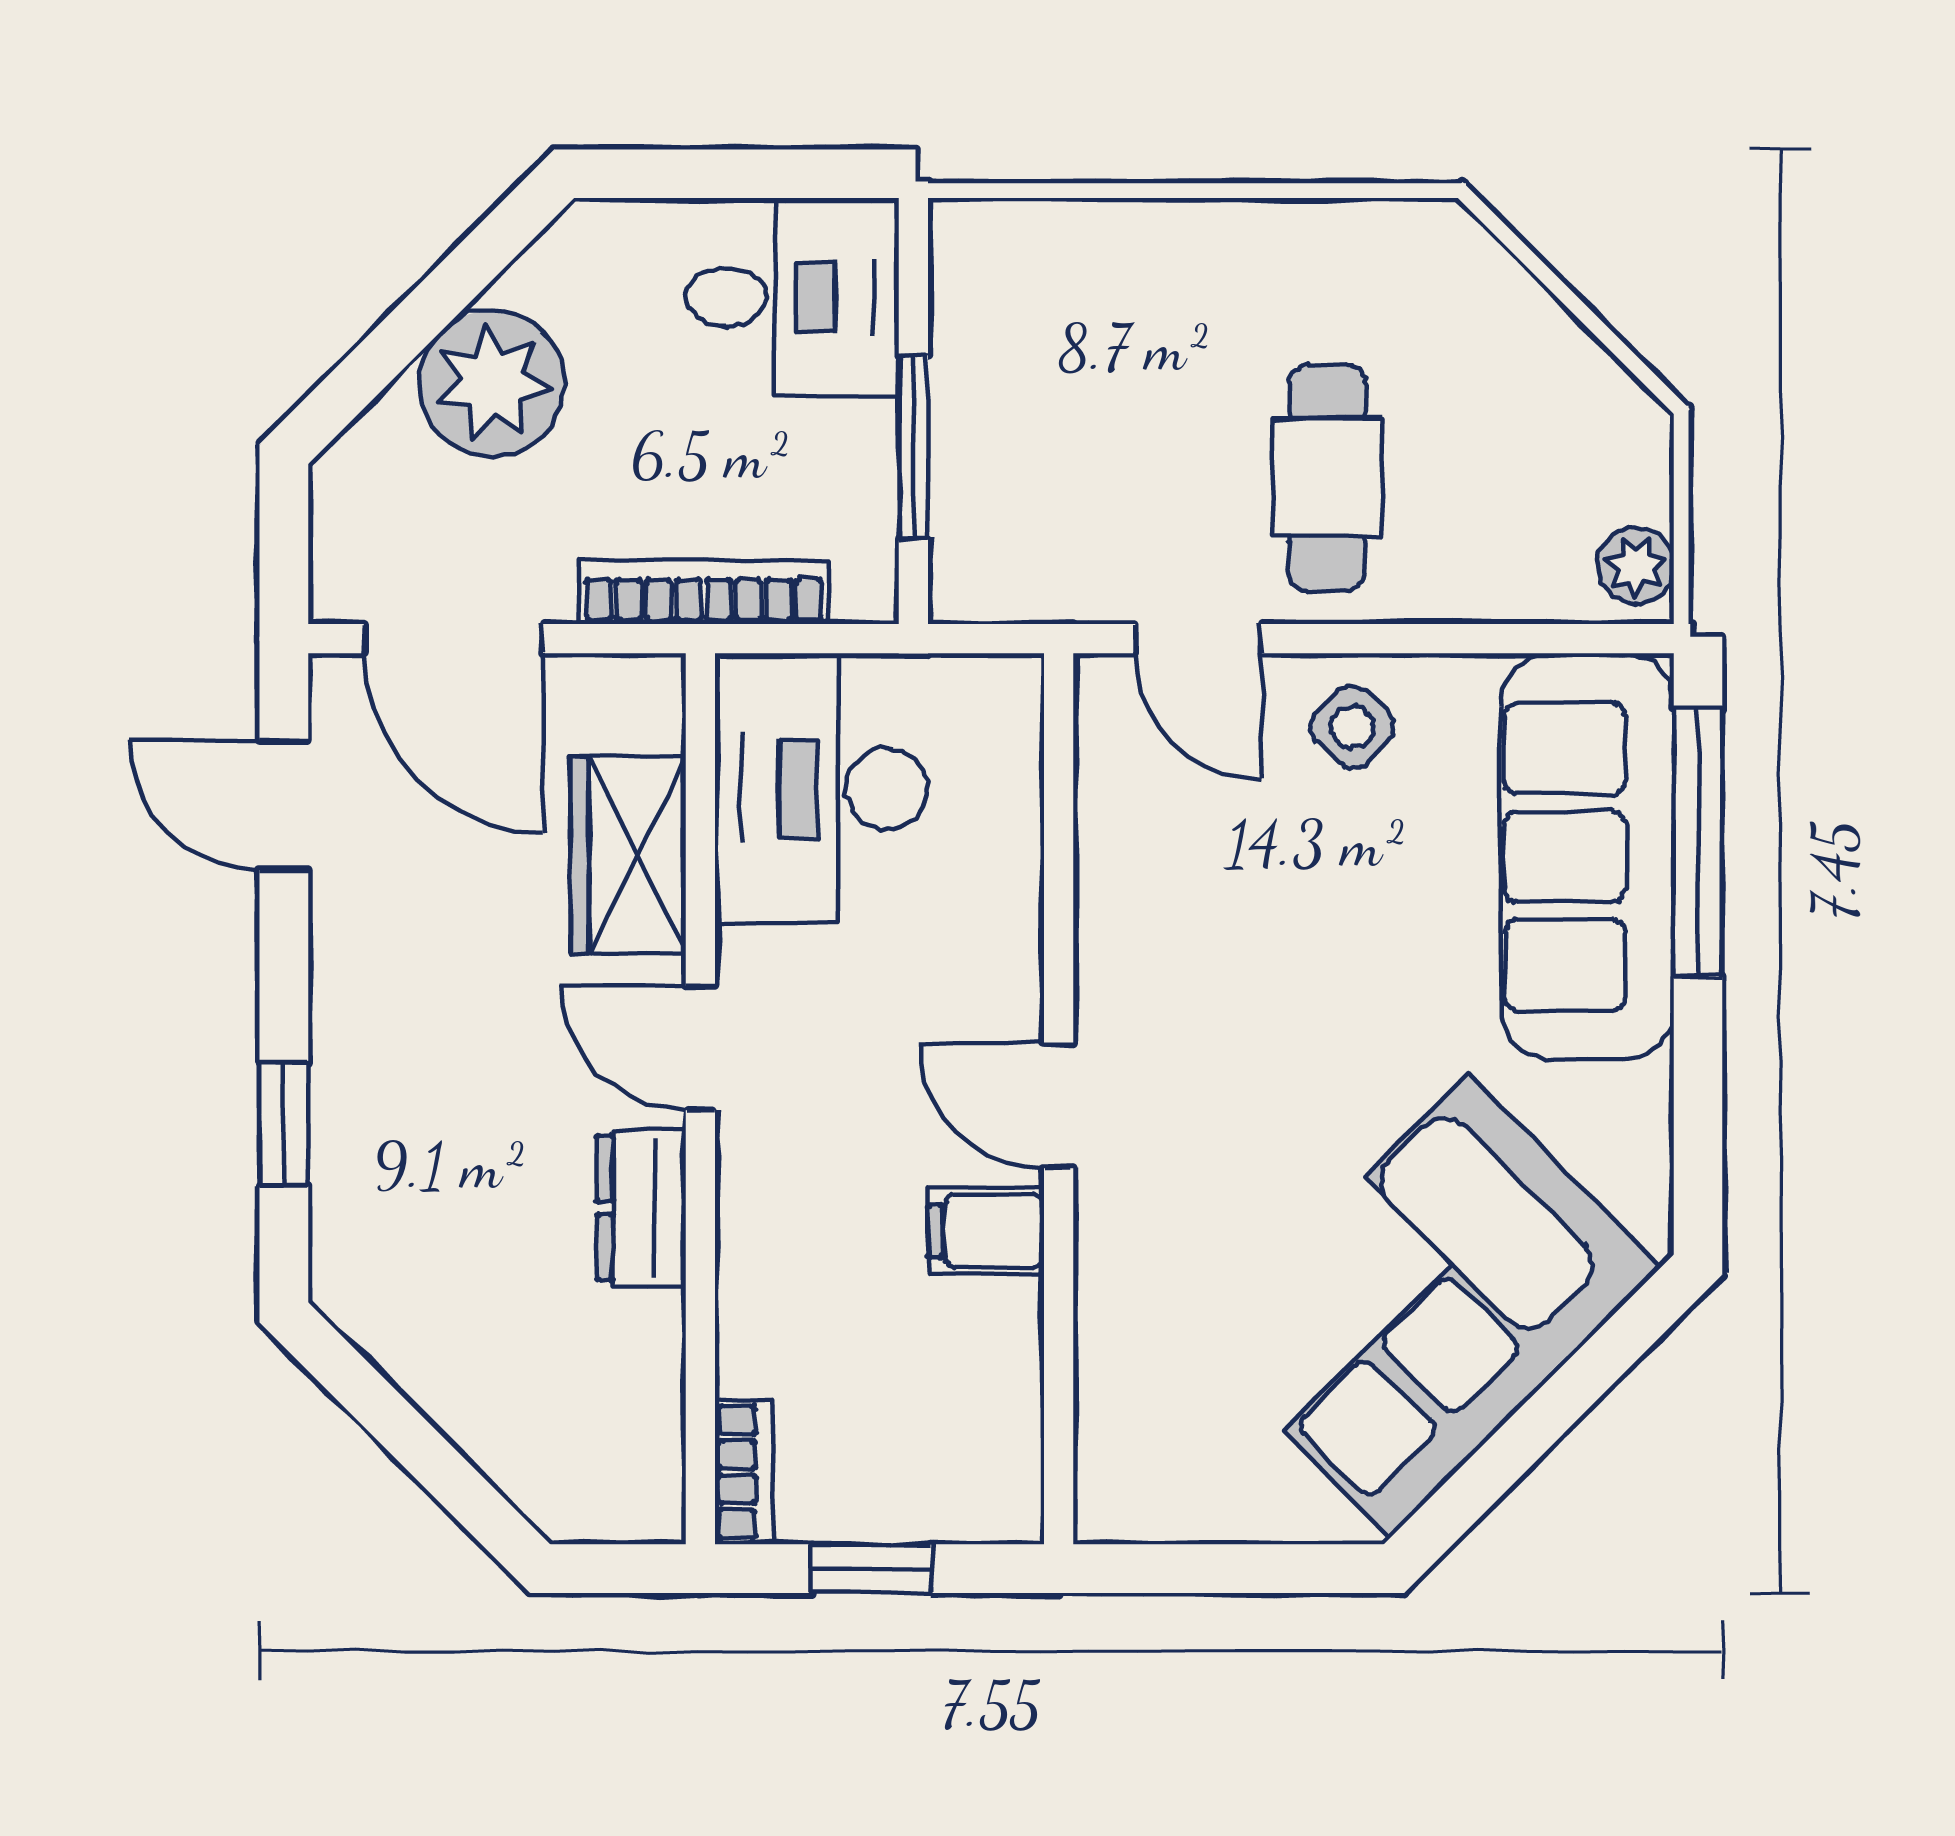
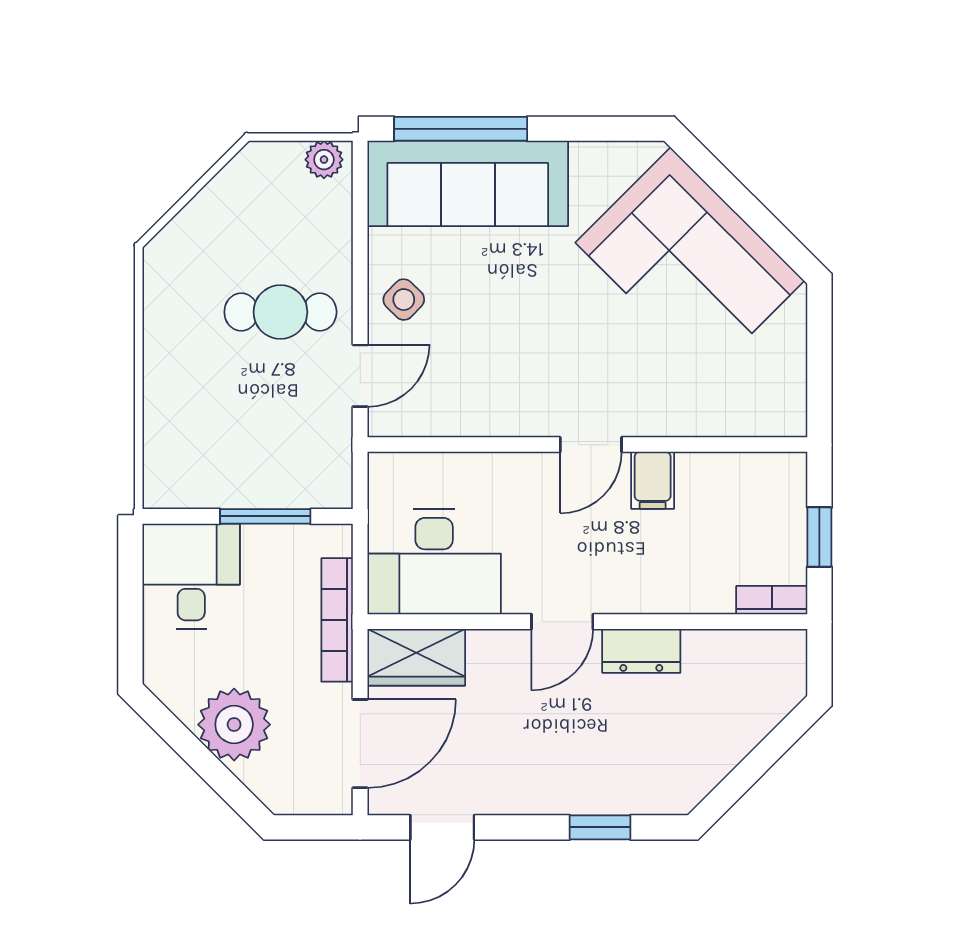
wardrobe: (628, 855) -> (416, 657), moved

